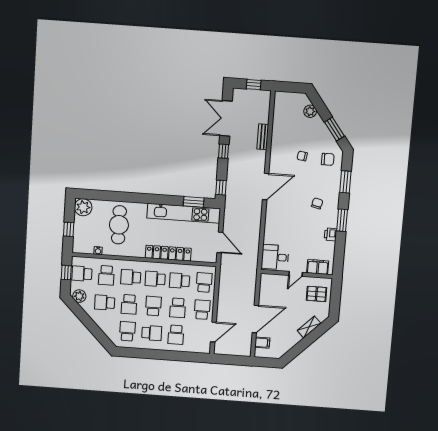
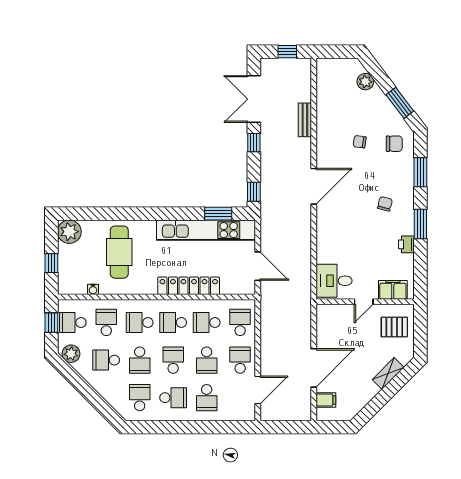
school desk: (106, 275) -> (106, 322), turned 180

